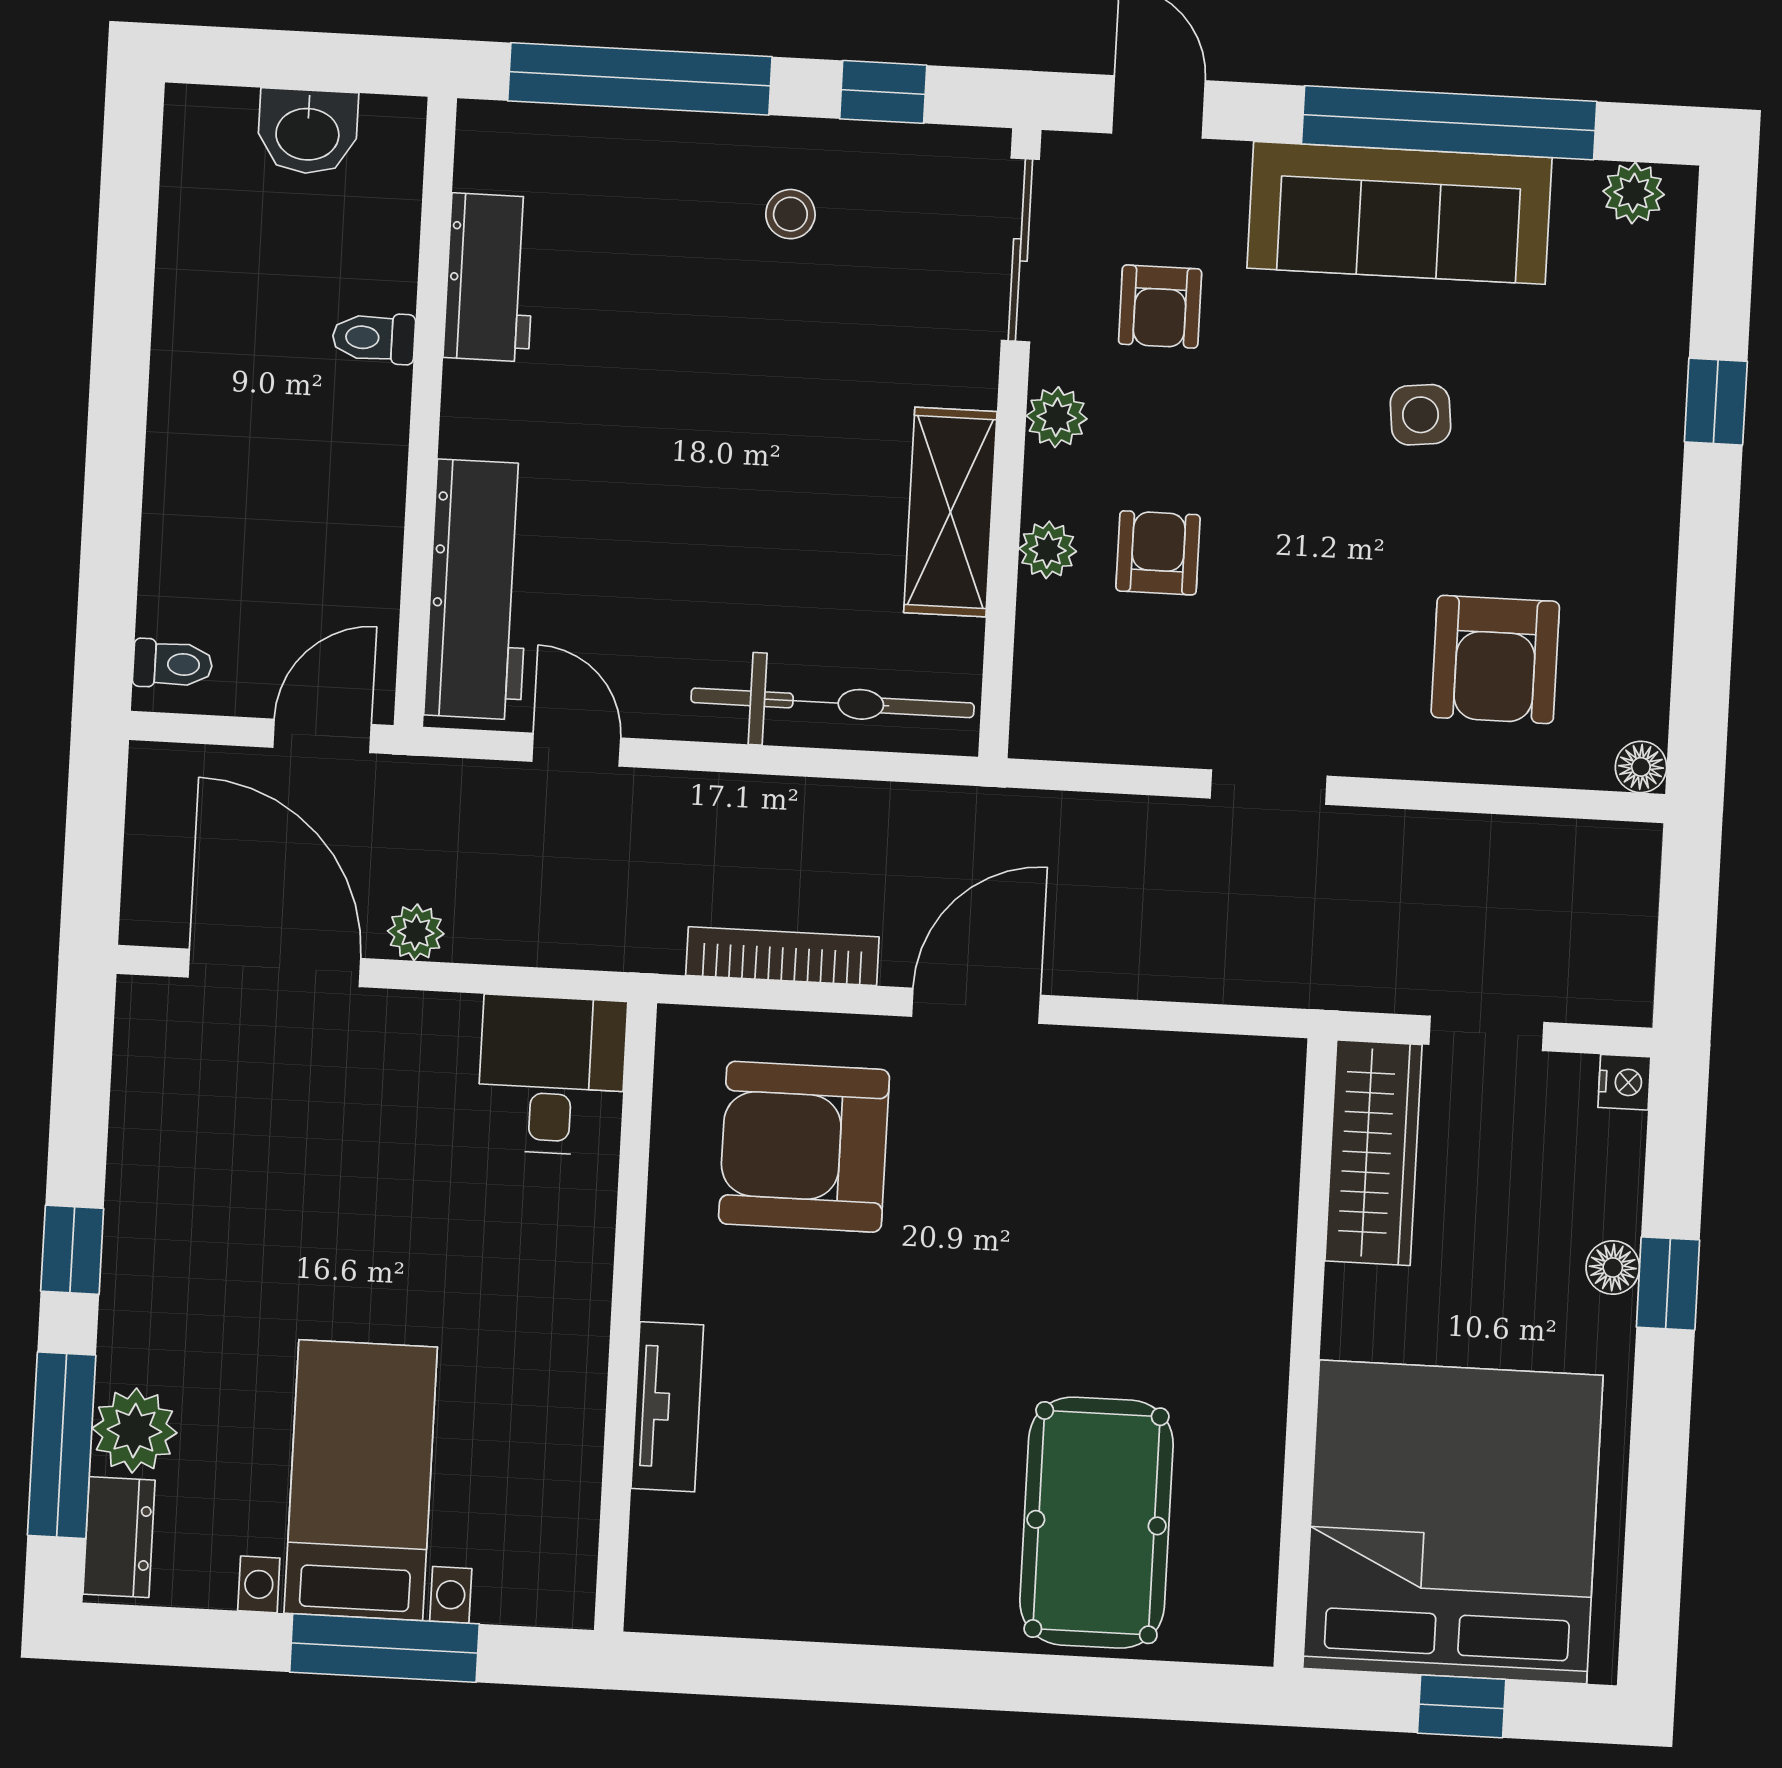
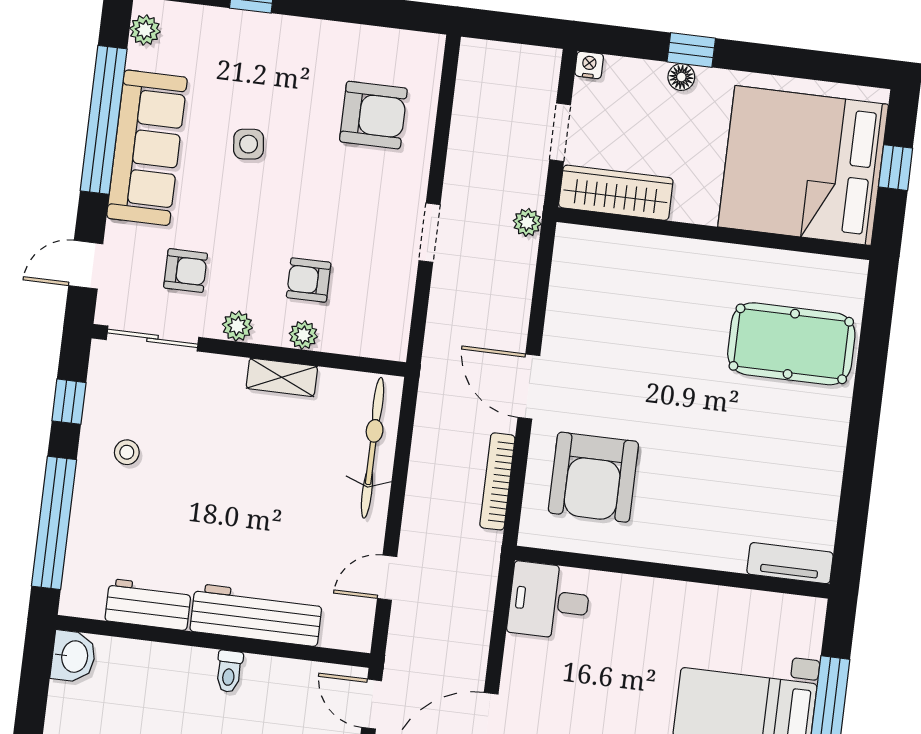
washbasin: (308, 132) -> (73, 656), moved
toilet: (374, 338) -> (229, 671), moved
shelving: (950, 512) -> (282, 377), width x0.67, depth x0.75
workbench: (479, 589) -> (256, 615), moved
floor lamp: (1641, 767) -> (432, 46), removed
plant: (416, 932) -> (527, 222), moved
tv unit: (667, 1407) -> (790, 563), moved

